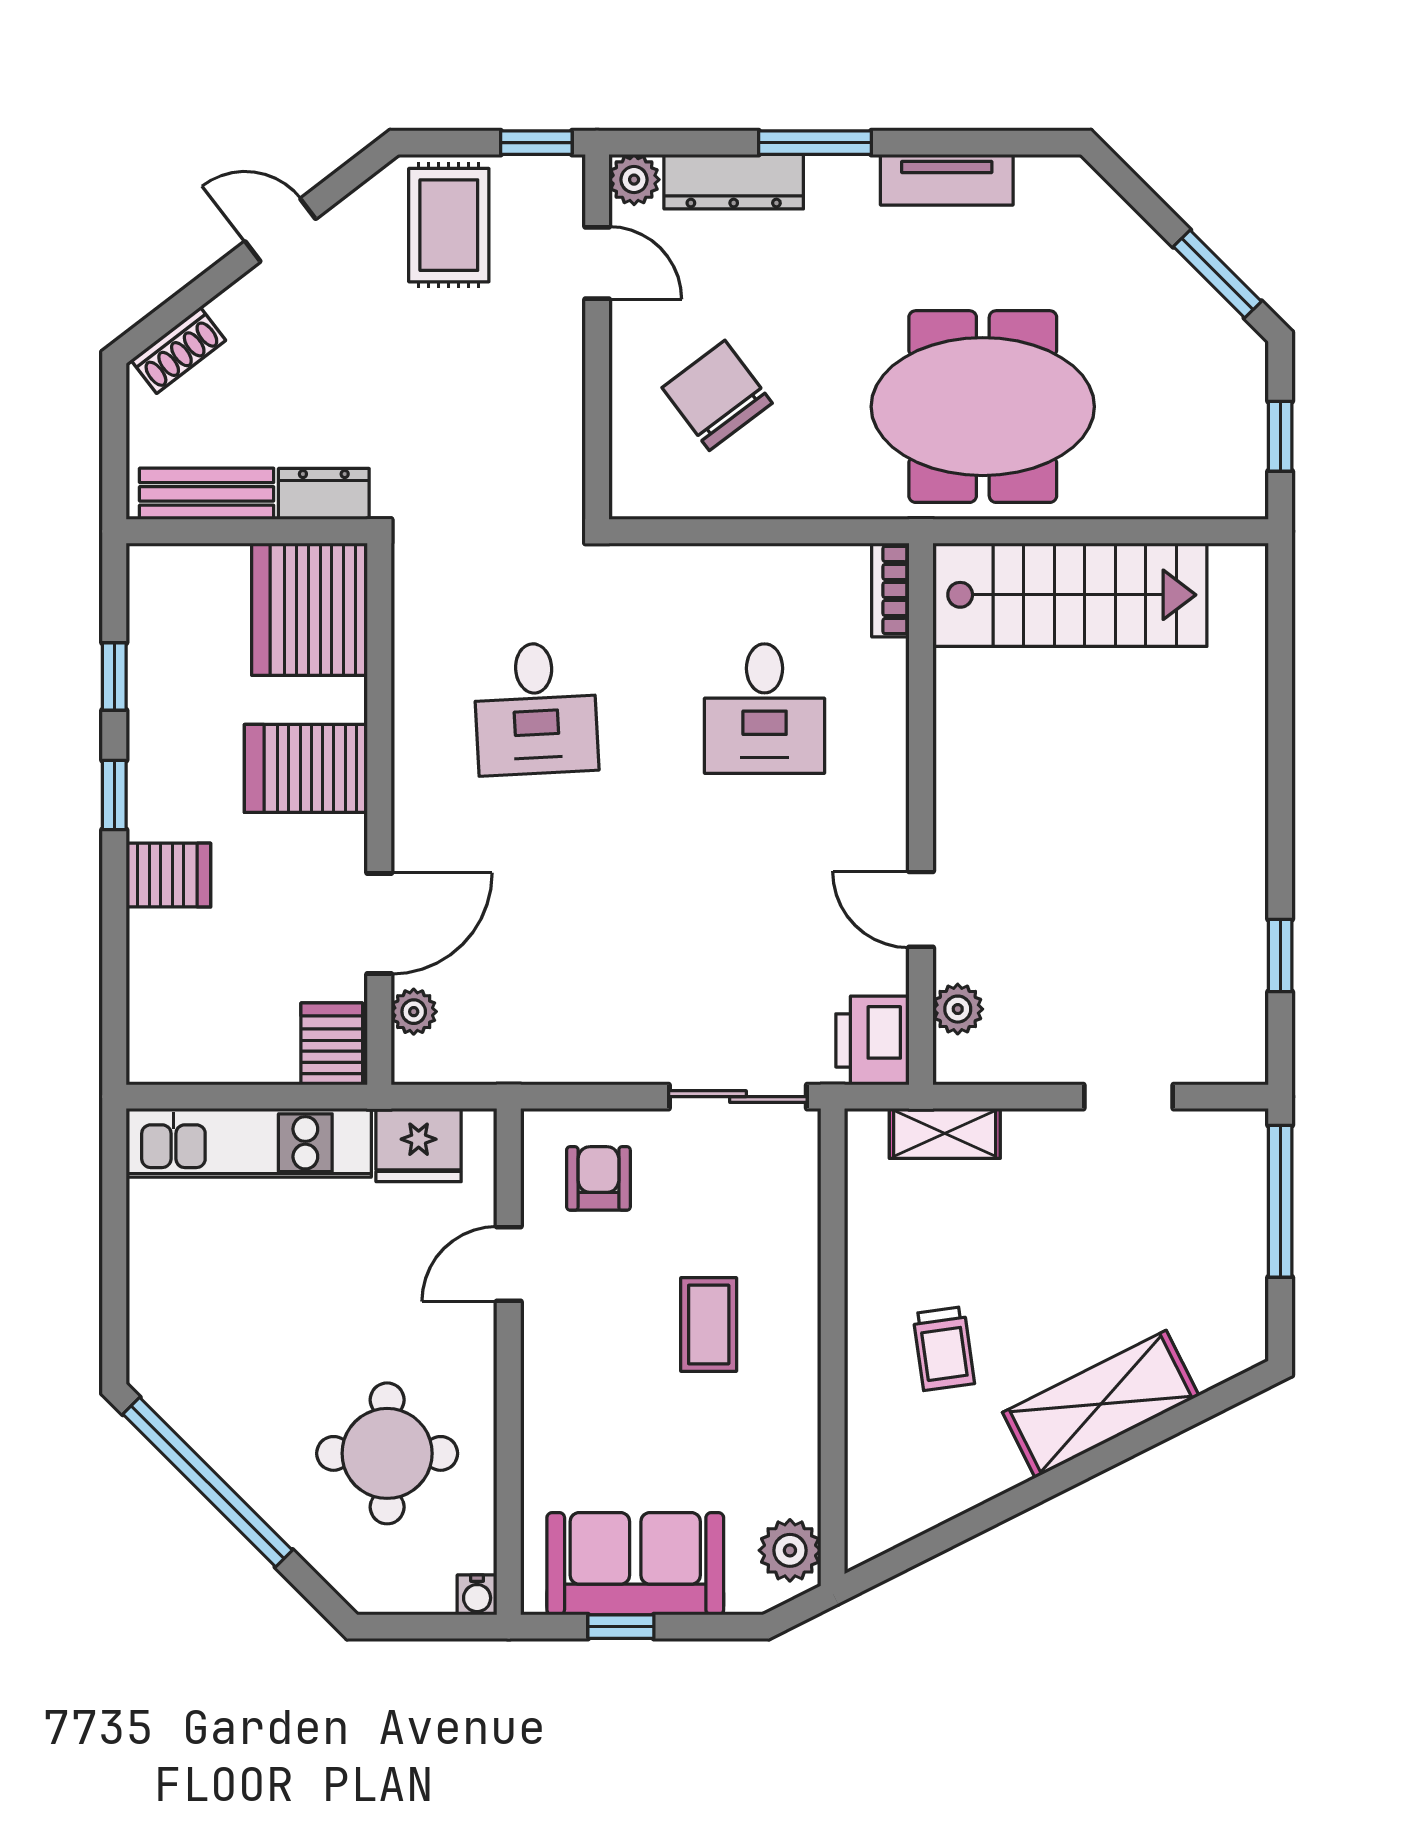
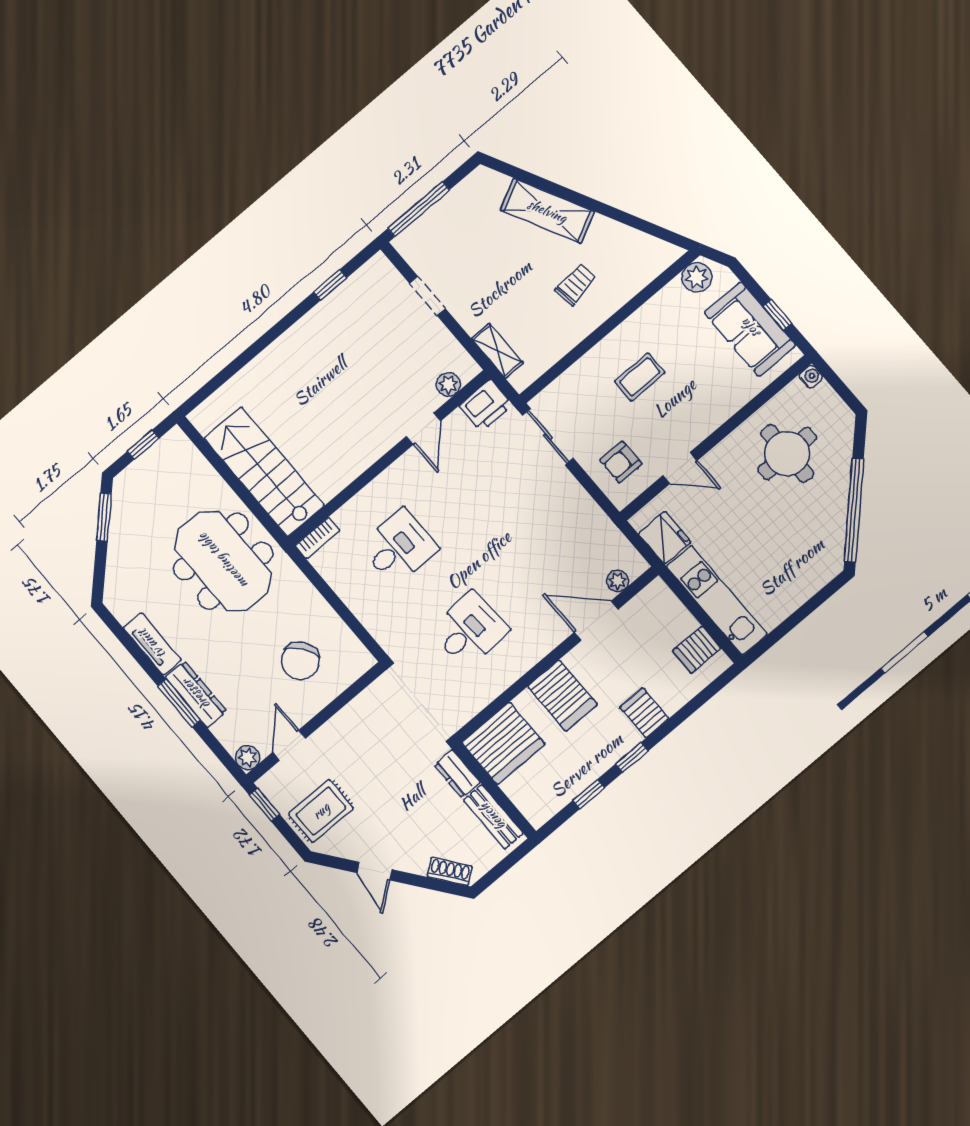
dresser: (734, 182) -> (196, 694), moved
server rack: (332, 1044) -> (697, 650), moved

